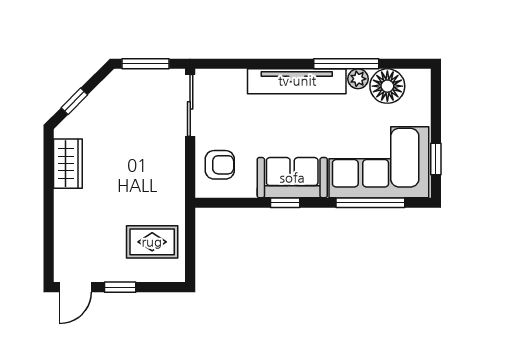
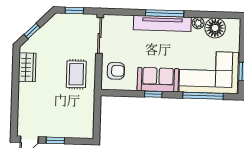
window: (146, 64) -> (74, 10), width x0.67
window: (346, 64) -> (165, 13), moved
rug: (152, 242) -> (76, 74), moved, turned 90

